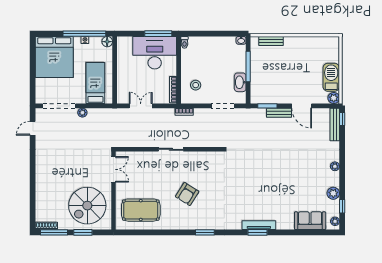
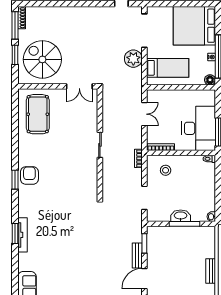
bench: (271, 41) -> (211, 271), moved
washbasin: (240, 82) -> (181, 216), moved
plant: (82, 113) -> (133, 59), width x1.87, depth x1.87
armchair: (187, 194) -> (29, 175), moved, turned 58

